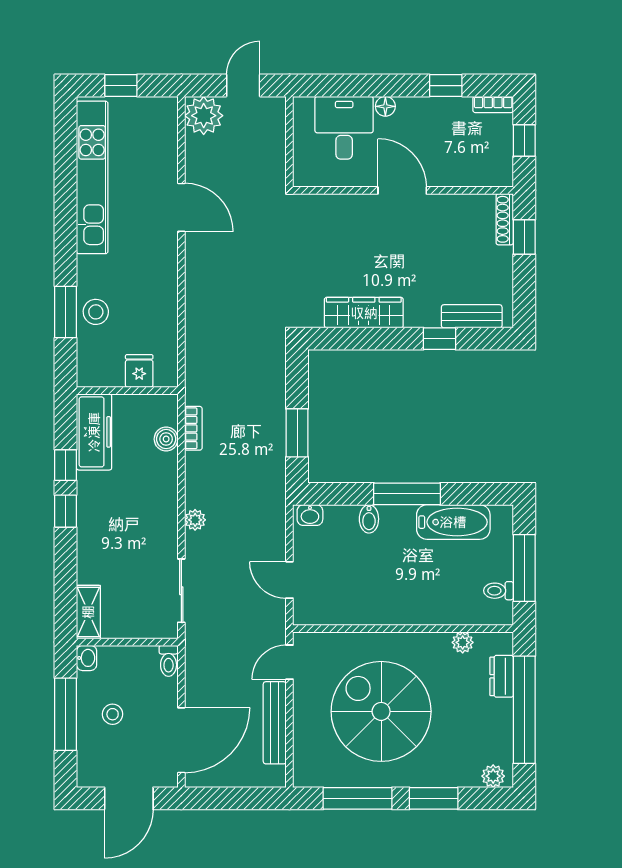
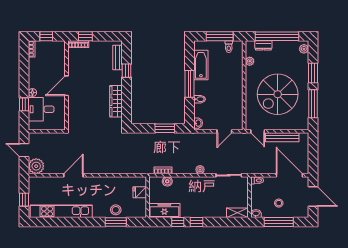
window: (446, 86) -> (24, 104), moved

